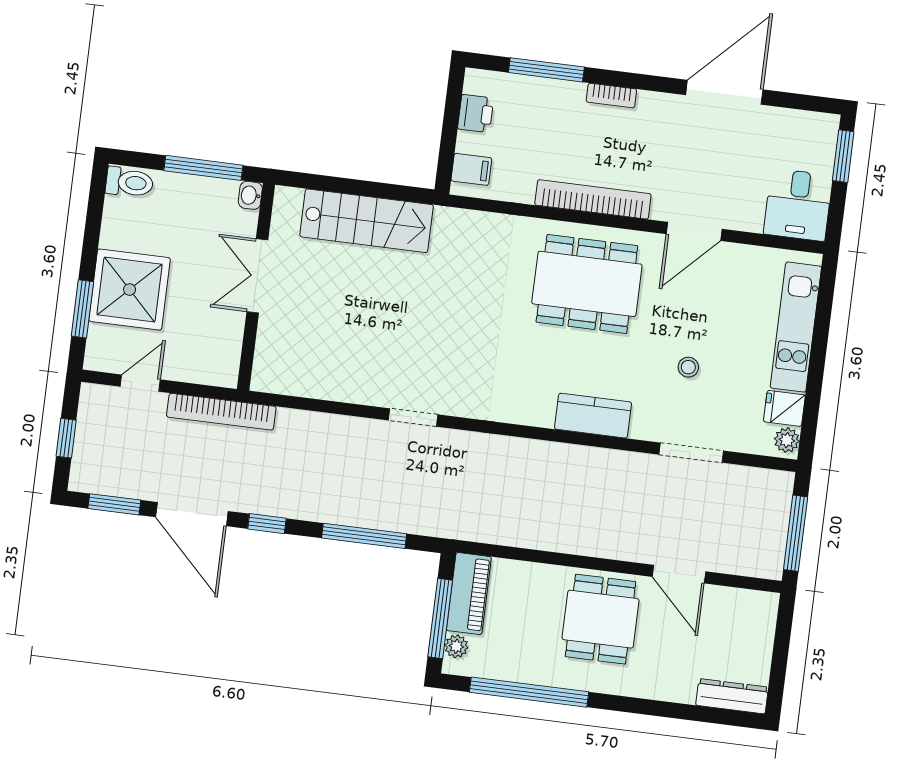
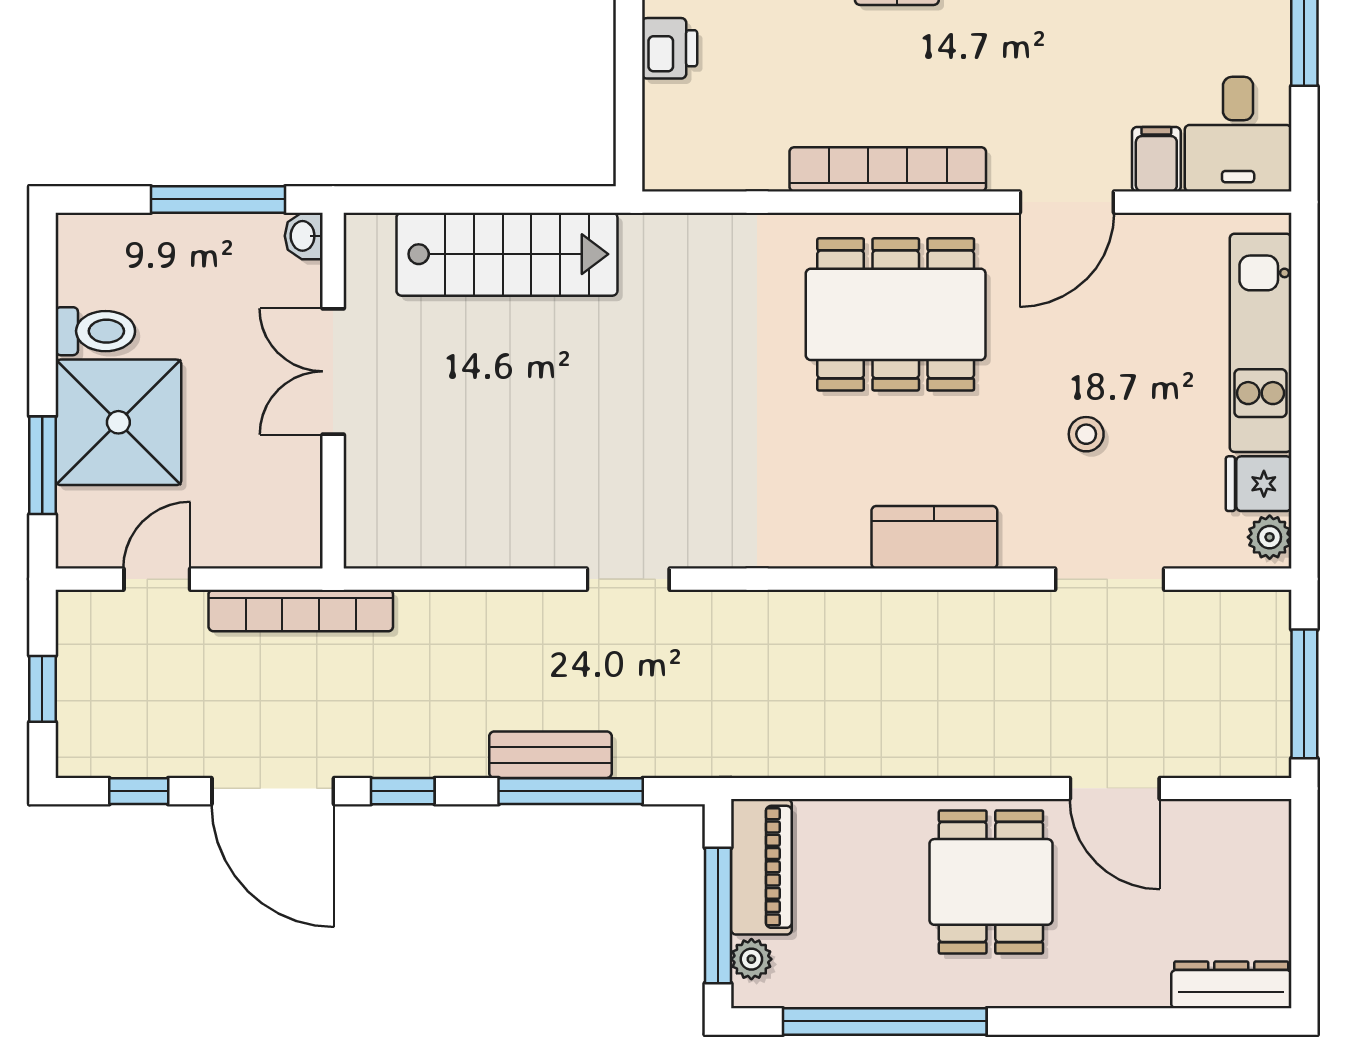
filing cabinet: (471, 169) -> (1156, 159), moved, turned -90
toilet: (129, 182) -> (95, 331), moved
window: (114, 504) -> (139, 791), width x0.67
bench: (355, 513) -> (550, 755), added

